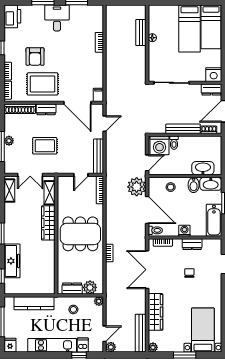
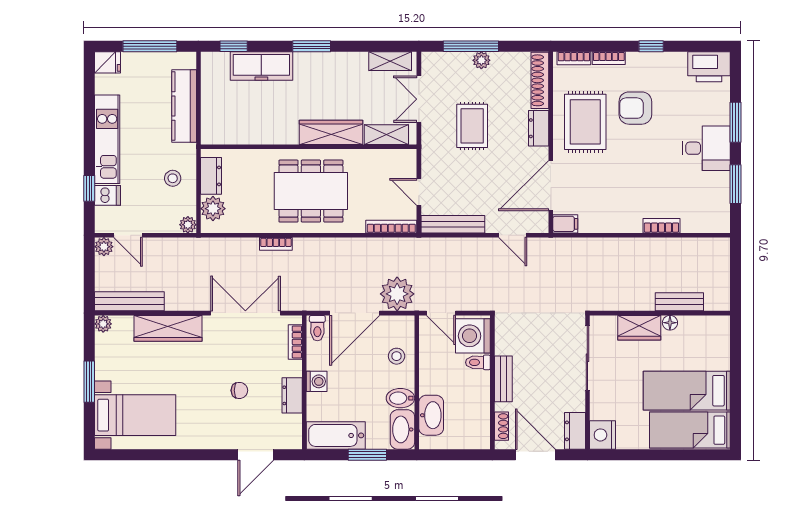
wardrobe: (155, 54) -> (639, 328), added
bench: (183, 129) -> (503, 379), width x0.73
dining table: (80, 234) -> (311, 191), turned 90

